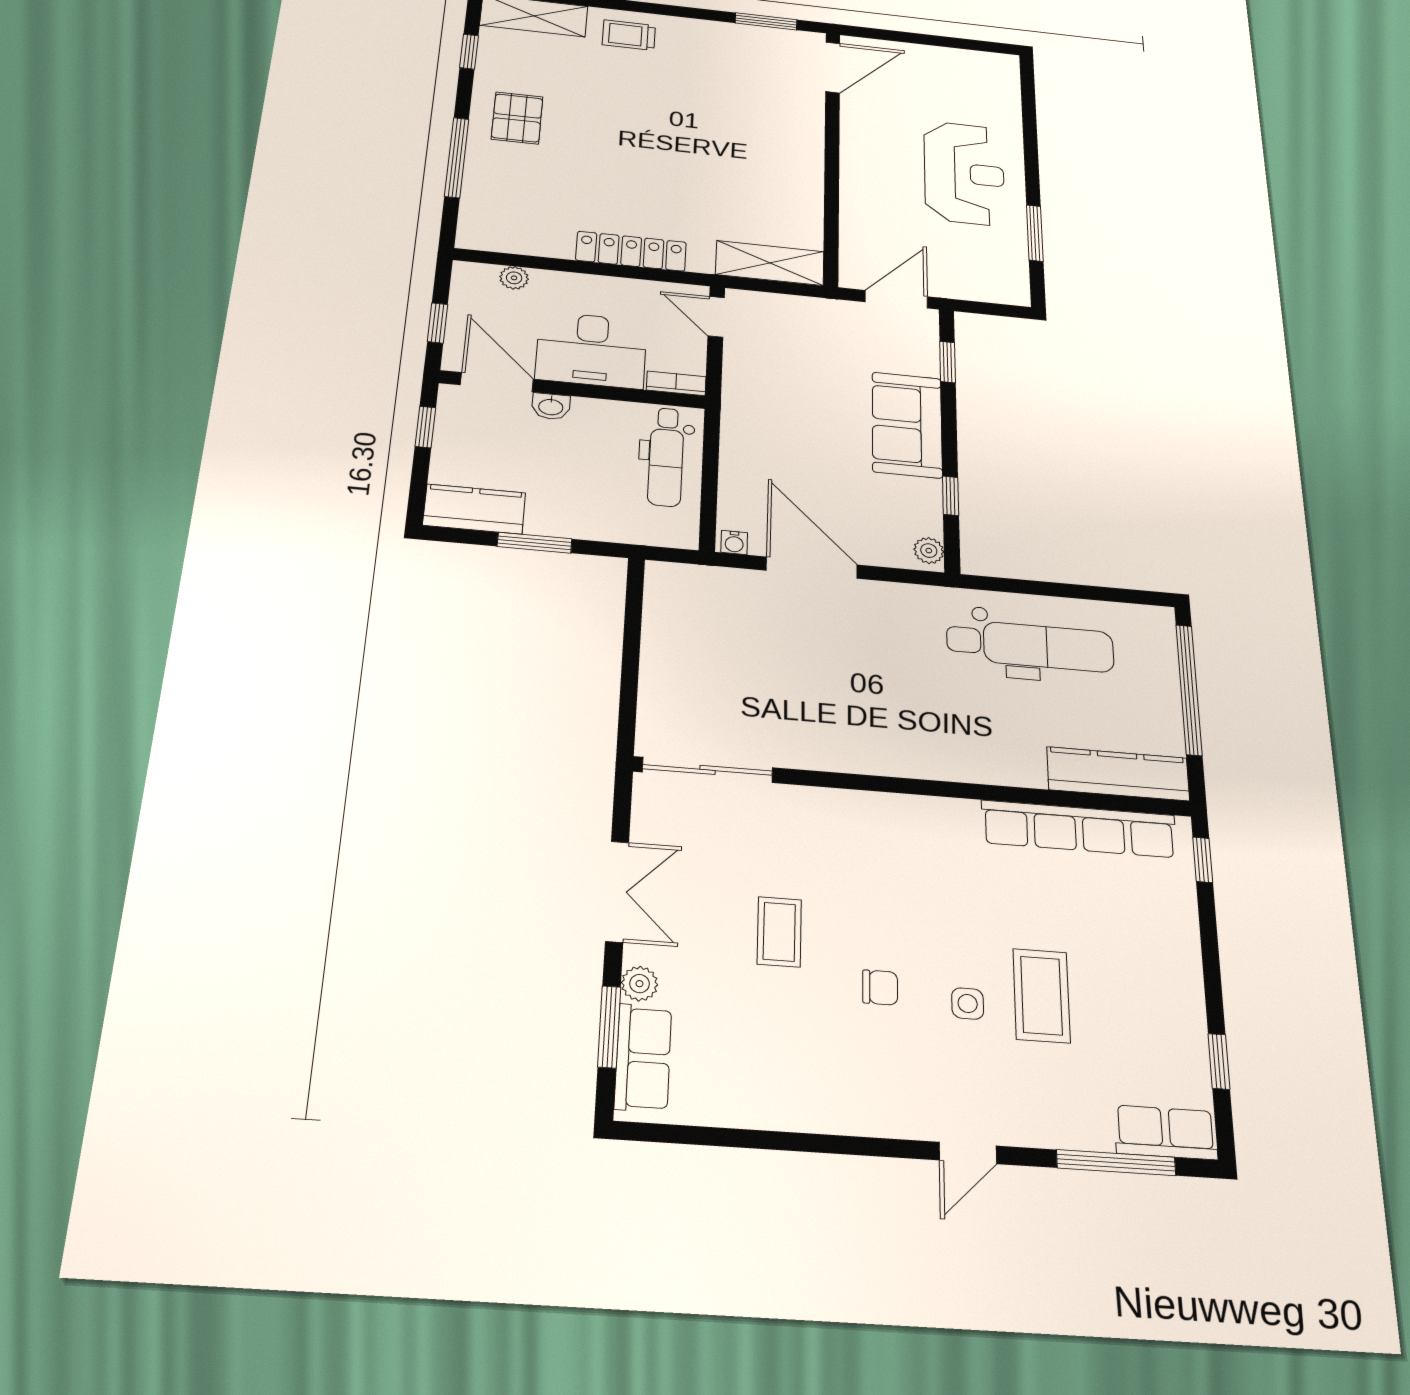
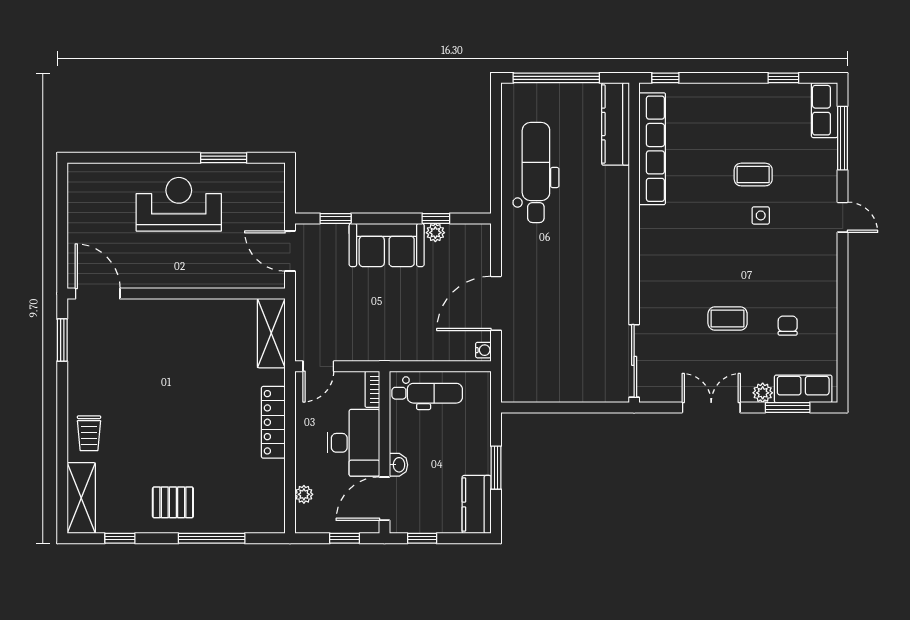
plant: (929, 551) -> (435, 233), moved
chair: (880, 987) -> (788, 326), moved
coffee table: (1041, 996) -> (753, 175), width x0.73, depth x0.77

